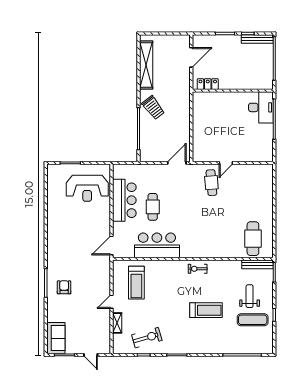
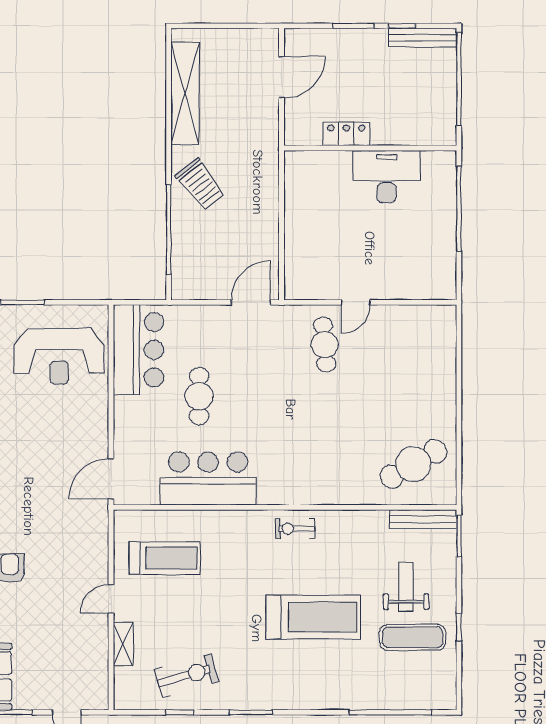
locker: (208, 84) -> (346, 134), moved
desk: (261, 107) -> (387, 177), moved, turned -90
bar counter: (124, 200) -> (138, 350), moved
cafe table: (253, 239) -> (413, 464), turned 60
treadmill: (136, 283) -> (164, 558), turned -90
treadmill: (206, 310) -> (313, 617), width x1.37, depth x1.38

